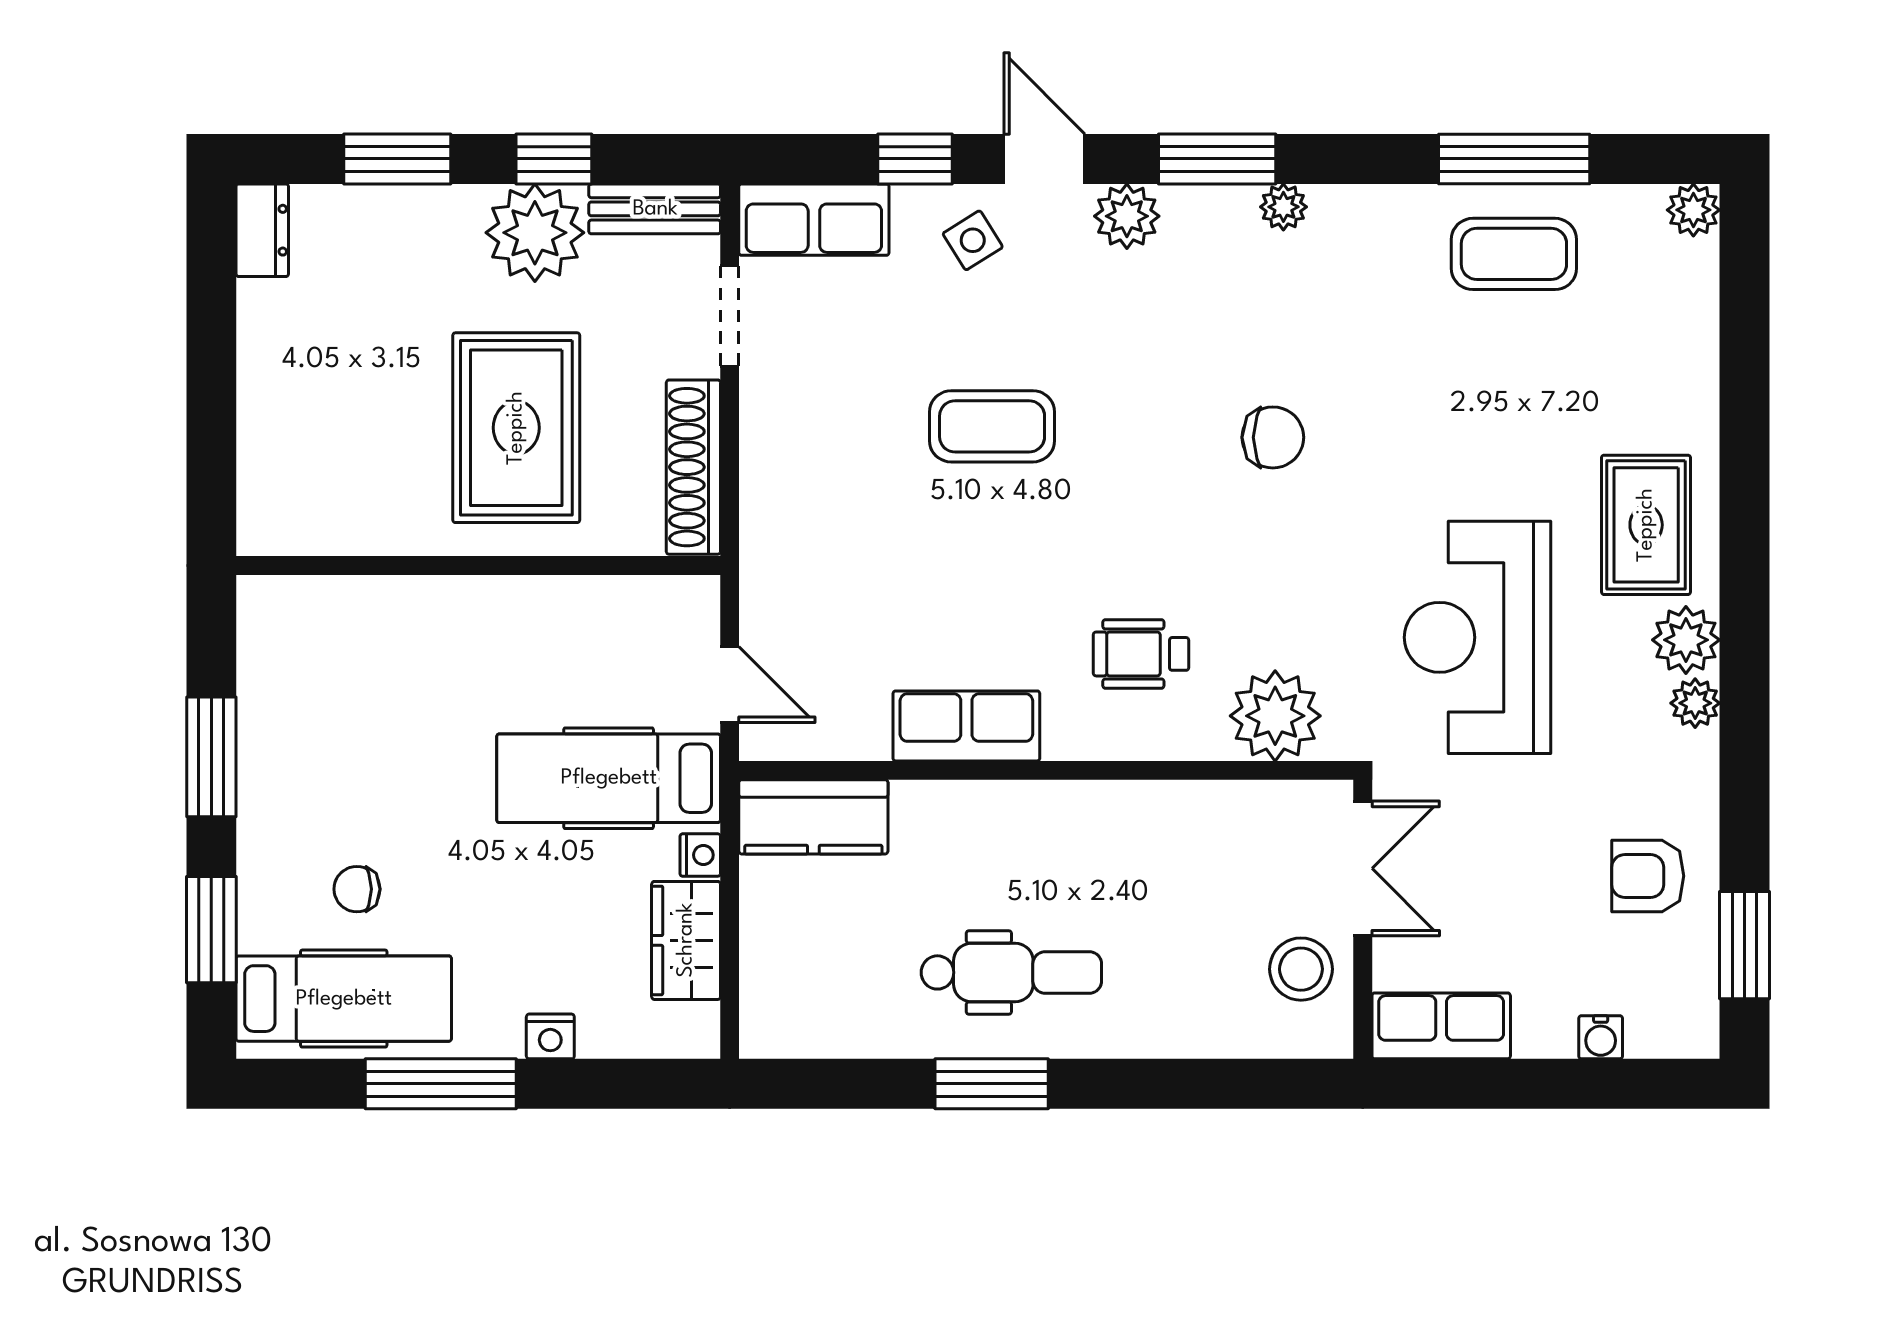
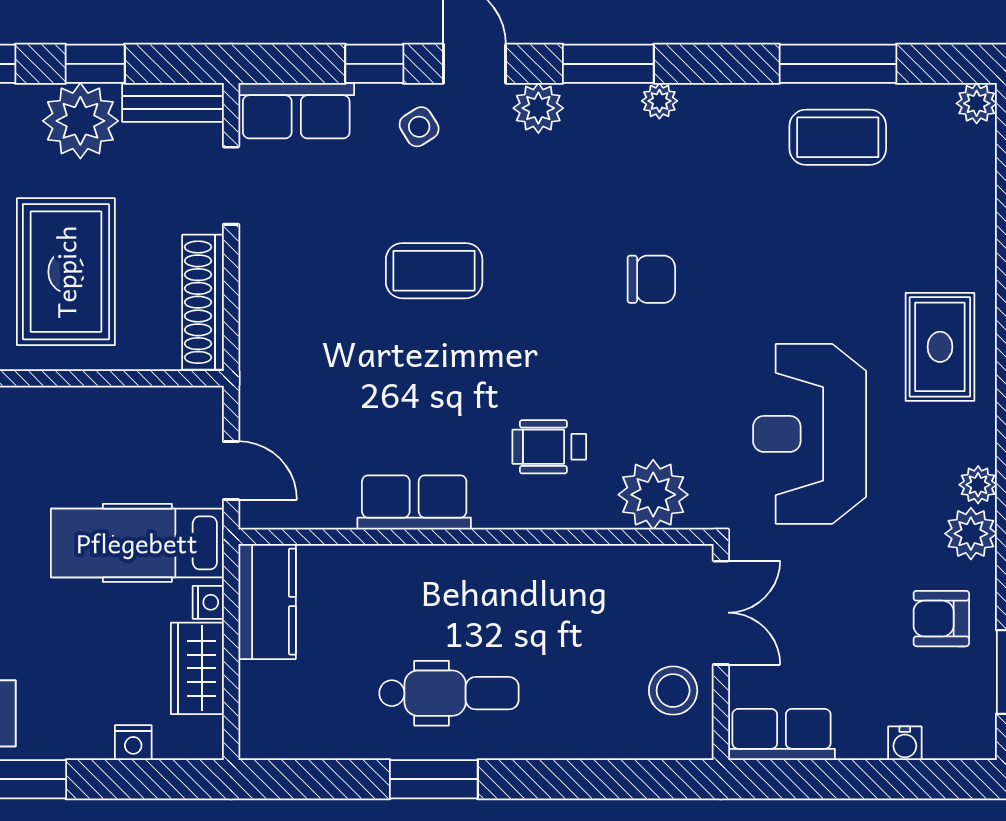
plant: (1686, 640) -> (971, 534), moved
kitchen counter: (813, 817) -> (267, 602), moved, turned -90
nightstand: (550, 1036) -> (133, 743), moved

